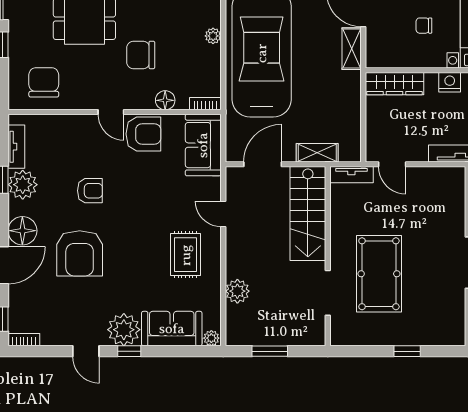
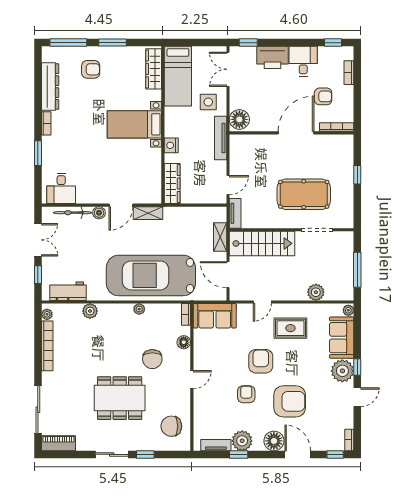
chair: (424, 26) -> (132, 163), removed
armchair: (143, 134) -> (261, 361), moved
window: (270, 351) -> (357, 270), width x1.44

